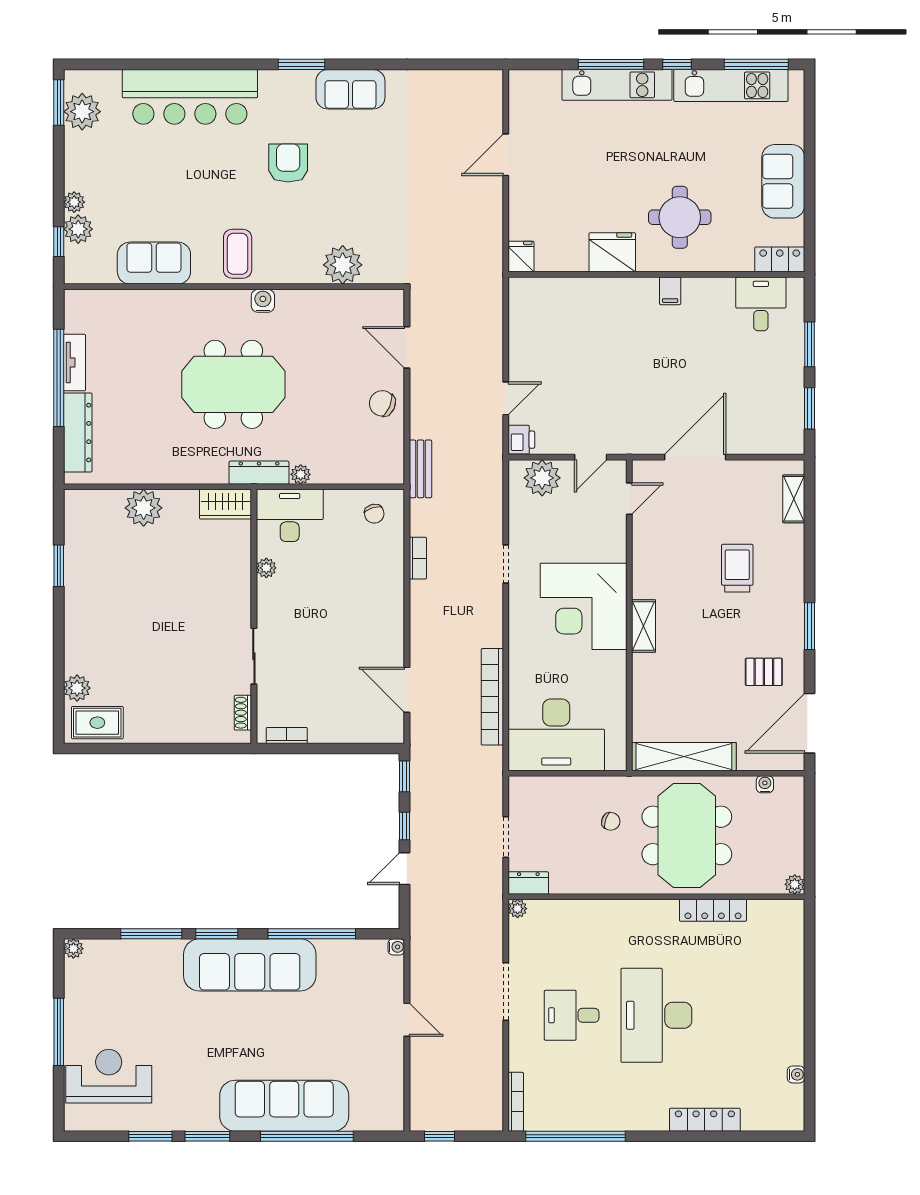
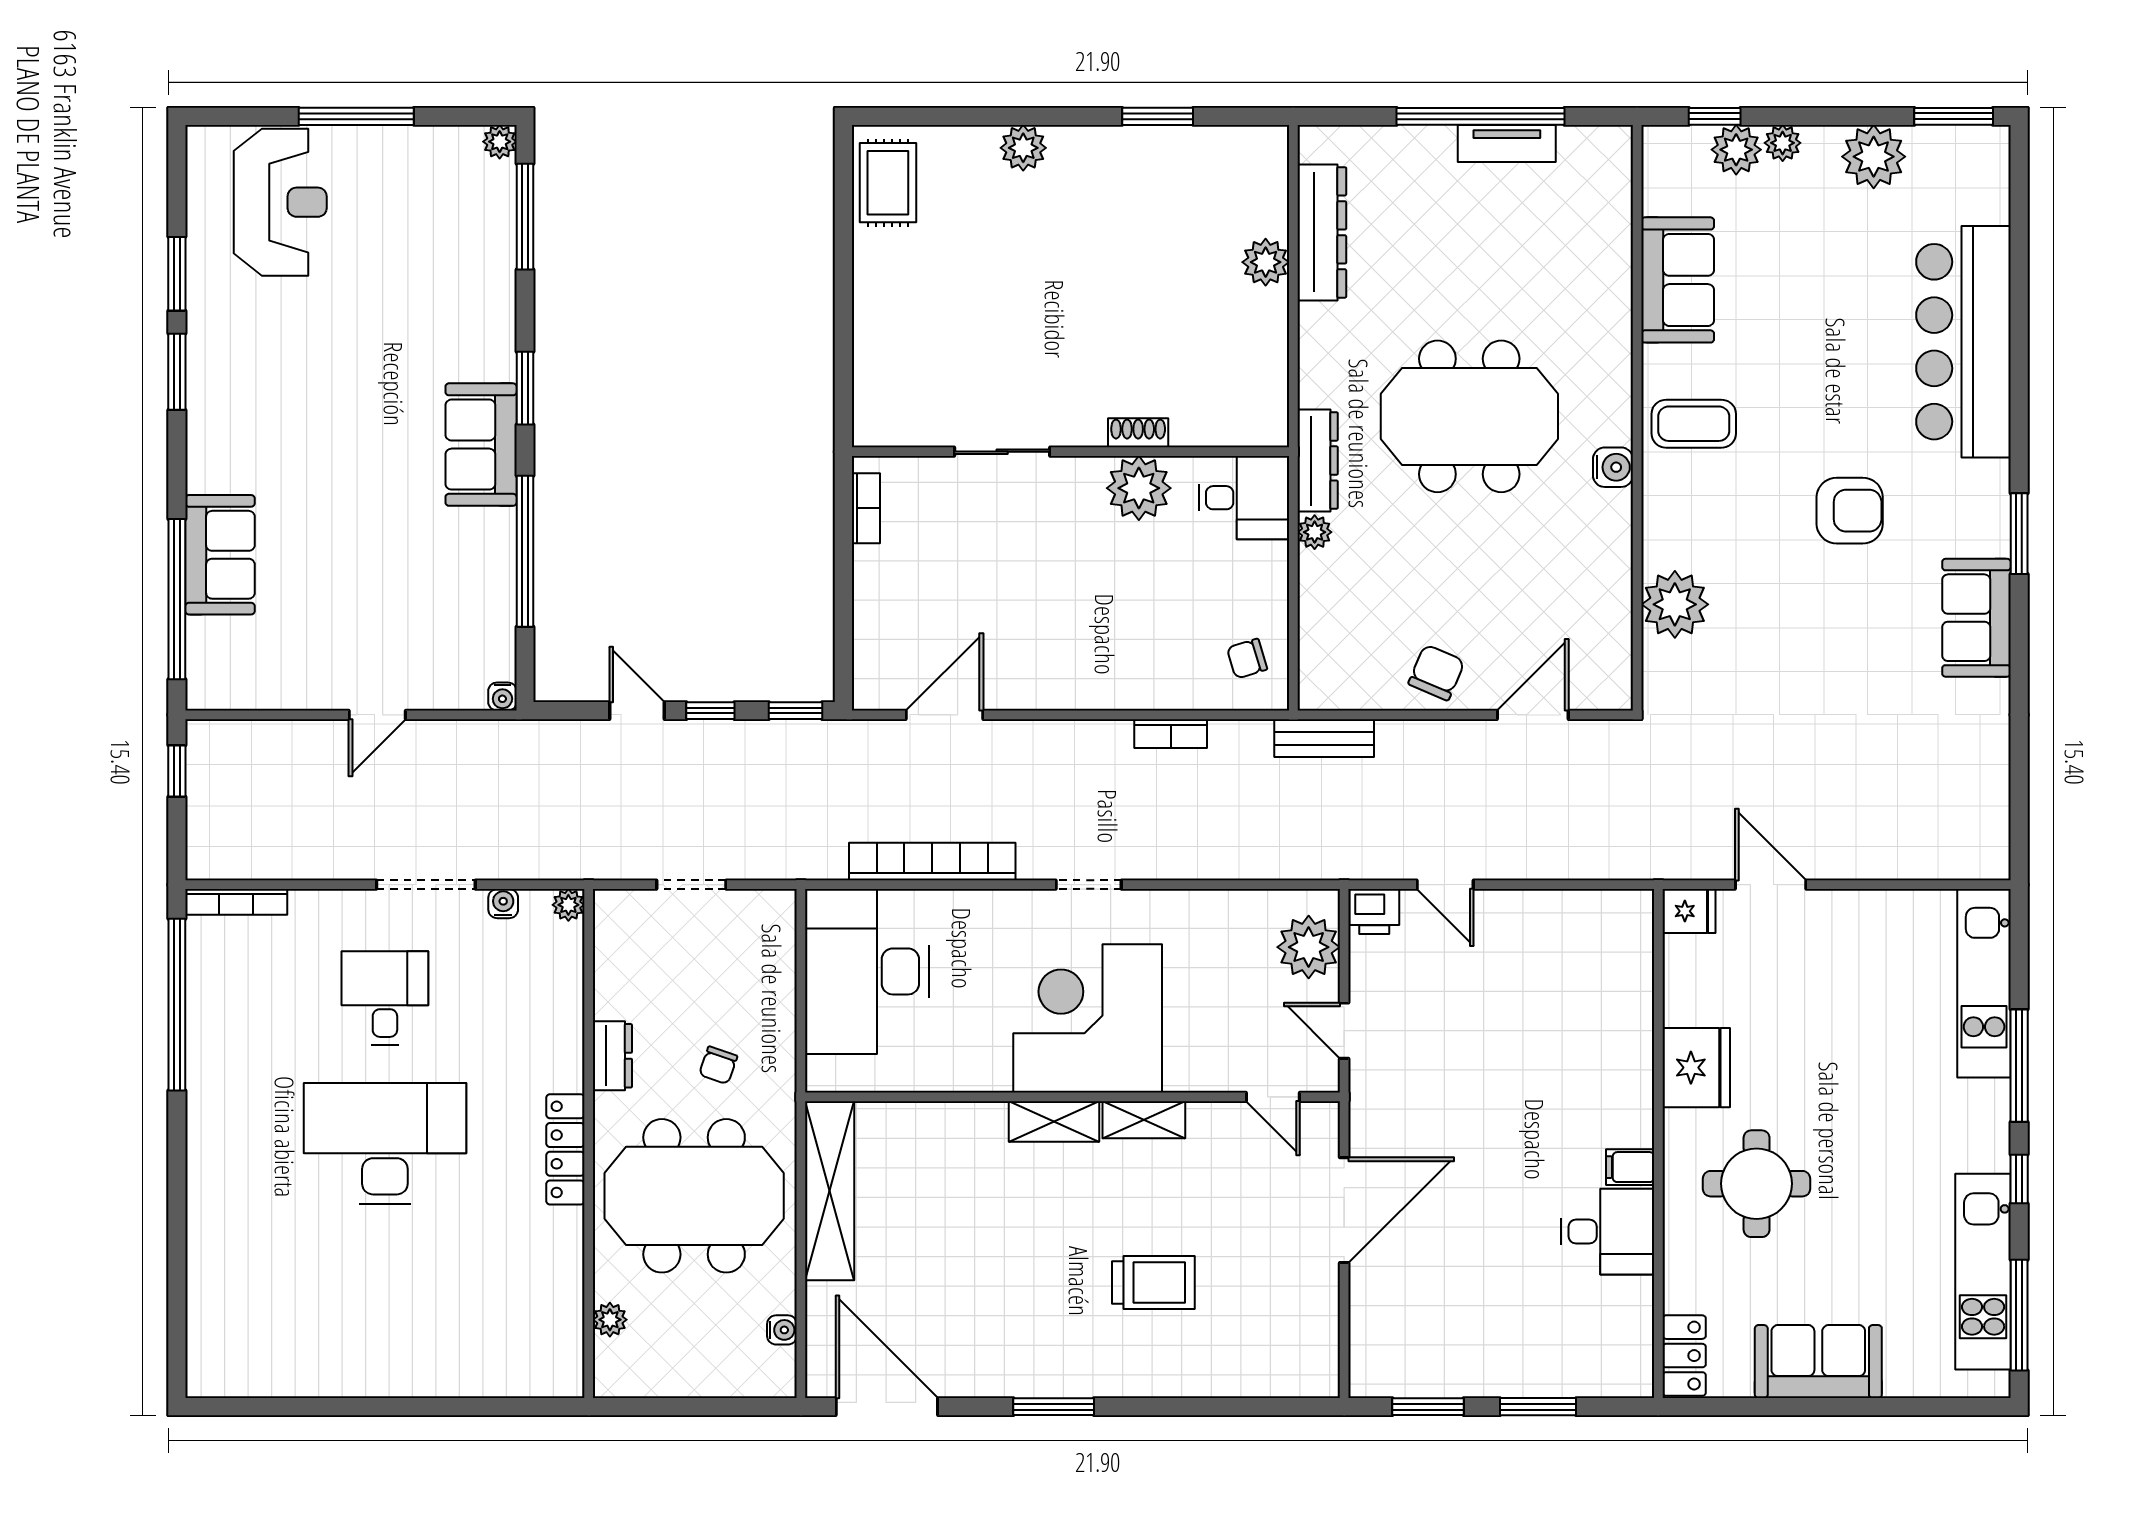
kitchen unit: (617, 85) -> (1984, 983), moved
plant: (82, 112) -> (1874, 157), moved
door: (506, 155) -> (1771, 885), moved
desk: (761, 304) -> (1608, 1232), moved
meeting table: (233, 384) -> (1469, 416), turned 90
dresser: (78, 433) -> (1322, 232), moved, turned -90
door: (695, 457) -> (1344, 1210), hinge flipped
shelving: (794, 499) -> (1144, 1120), moved
wardrobe: (225, 504) -> (1263, 403), removed
plant: (144, 508) -> (1266, 262), width x0.73, depth x0.73
desk: (290, 515) -> (1244, 498), width x0.73
doorway: (506, 564) -> (1089, 885), moved
plant: (266, 568) -> (1139, 488), width x1.88, depth x1.88
pallet: (764, 672) -> (975, 1328), removed
plant: (77, 688) -> (1023, 148), moved
shoe rack: (243, 713) -> (1138, 433), moved
dresser: (528, 883) -> (612, 1056), moved
plant: (795, 884) -> (610, 1320), moved
locker: (713, 910) -> (565, 1149), moved
window: (151, 934) -> (525, 217), moved
sofa: (250, 965) -> (481, 445), width x0.54, depth x0.79
water cooler: (796, 1074) -> (503, 904), moved, turned 180
sofa: (284, 1106) -> (220, 555), width x0.54, depth x0.79
locker: (705, 1120) -> (205, 1227), removed
window: (307, 1136) -> (177, 599), moved

